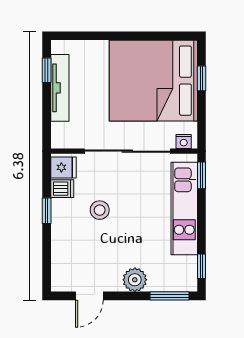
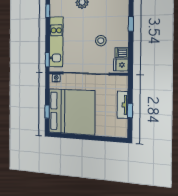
window: (47, 70) -> (130, 111), moved
tv unit: (60, 88) -> (122, 105), width x0.71
window: (47, 211) -> (131, 24), moved

